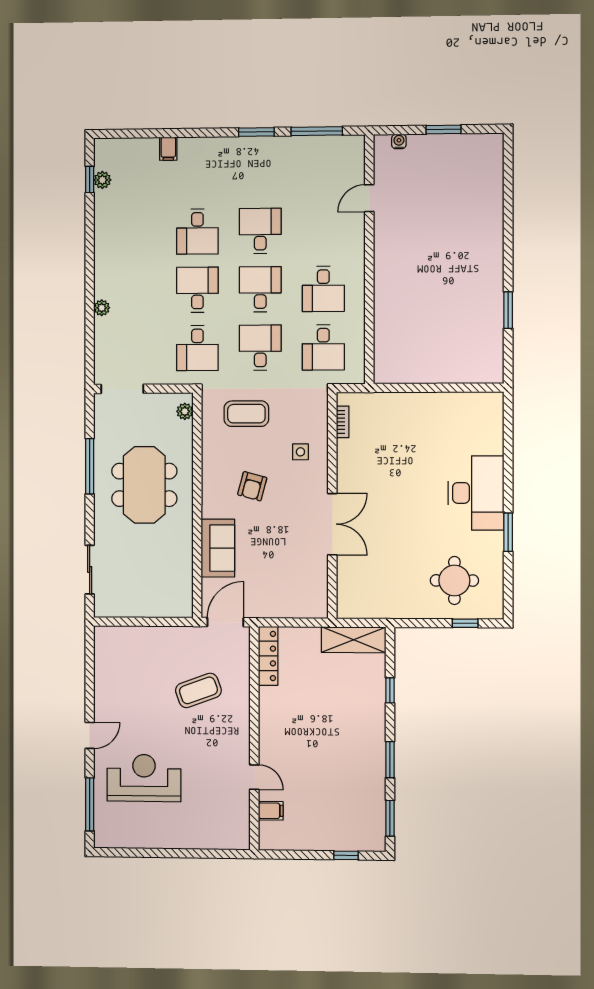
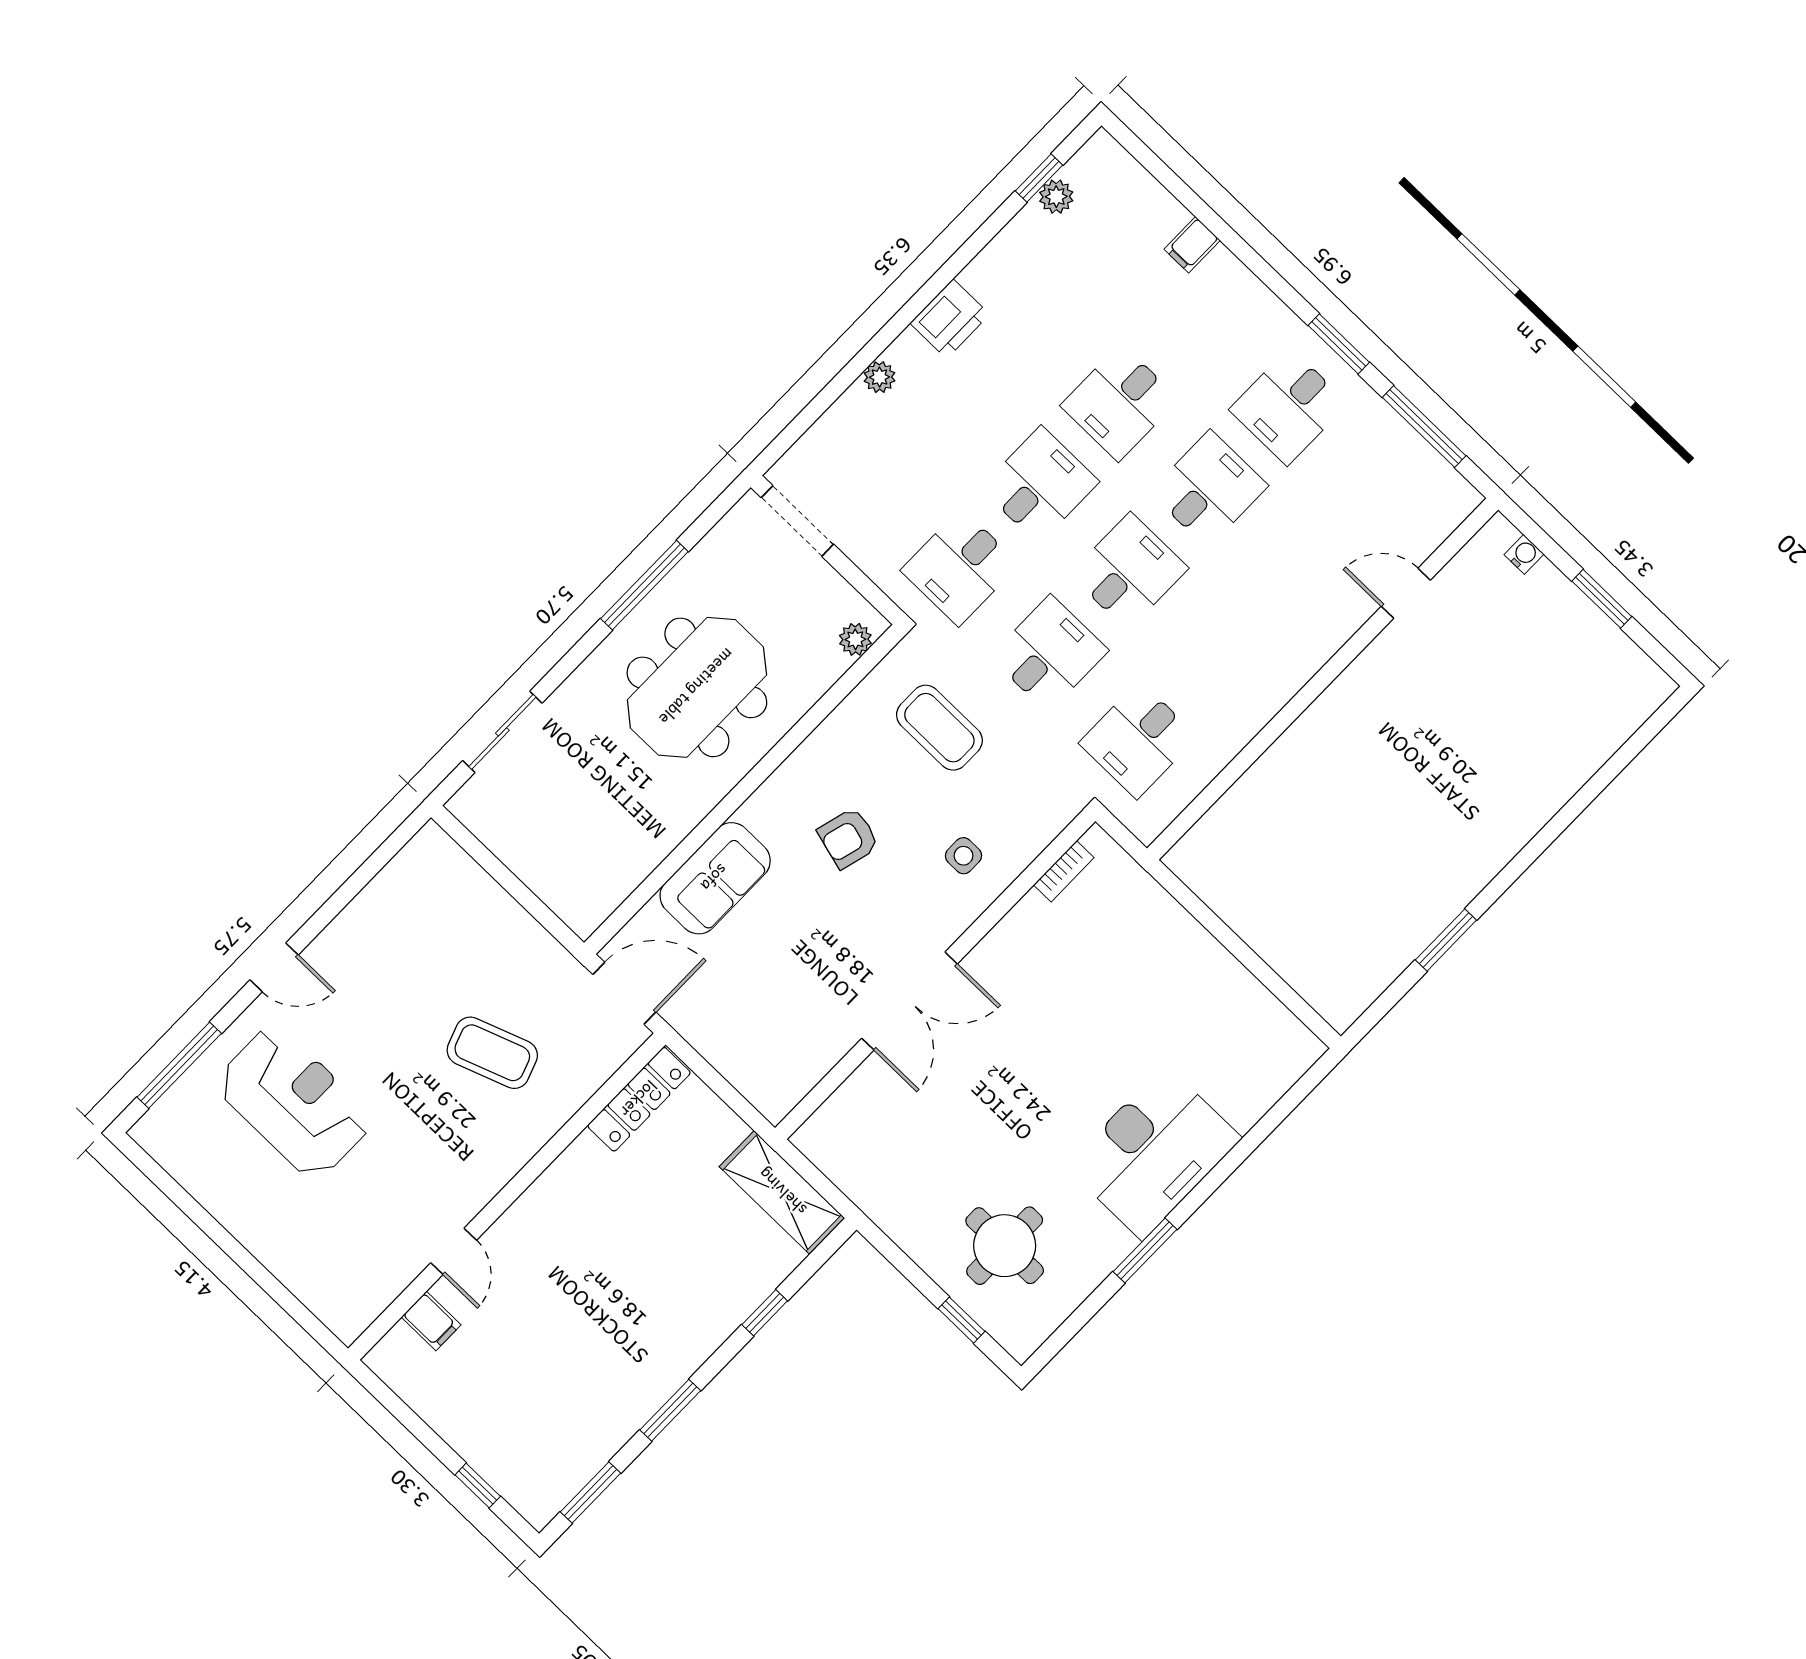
printer: (107, 262) -> (950, 319), added
desk: (323, 289) -> (1289, 407), moved

